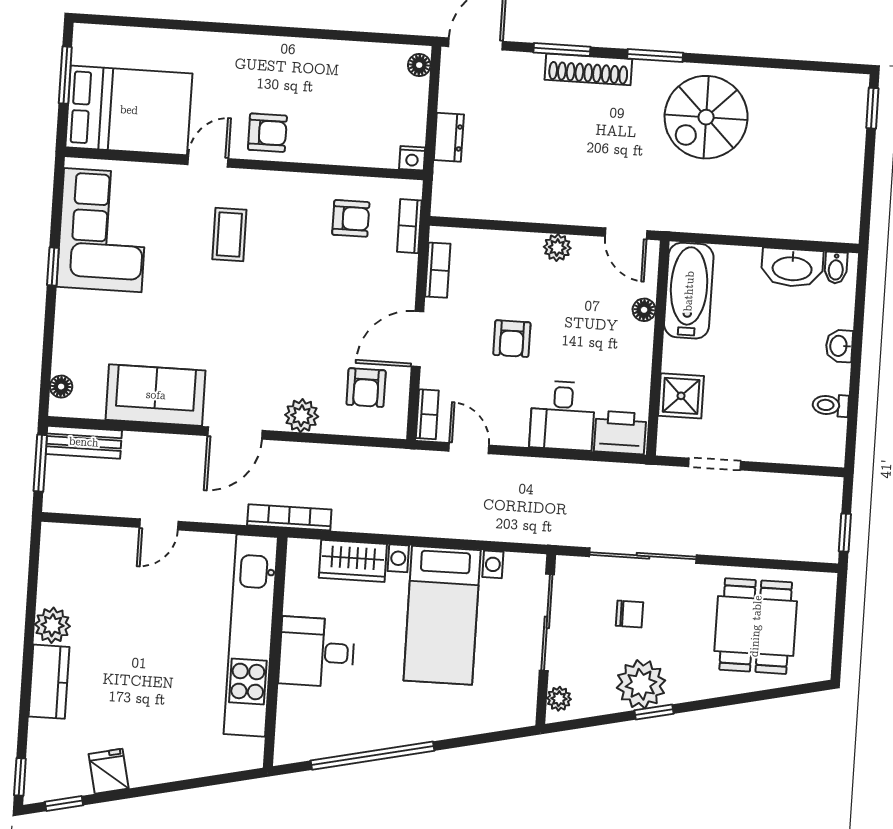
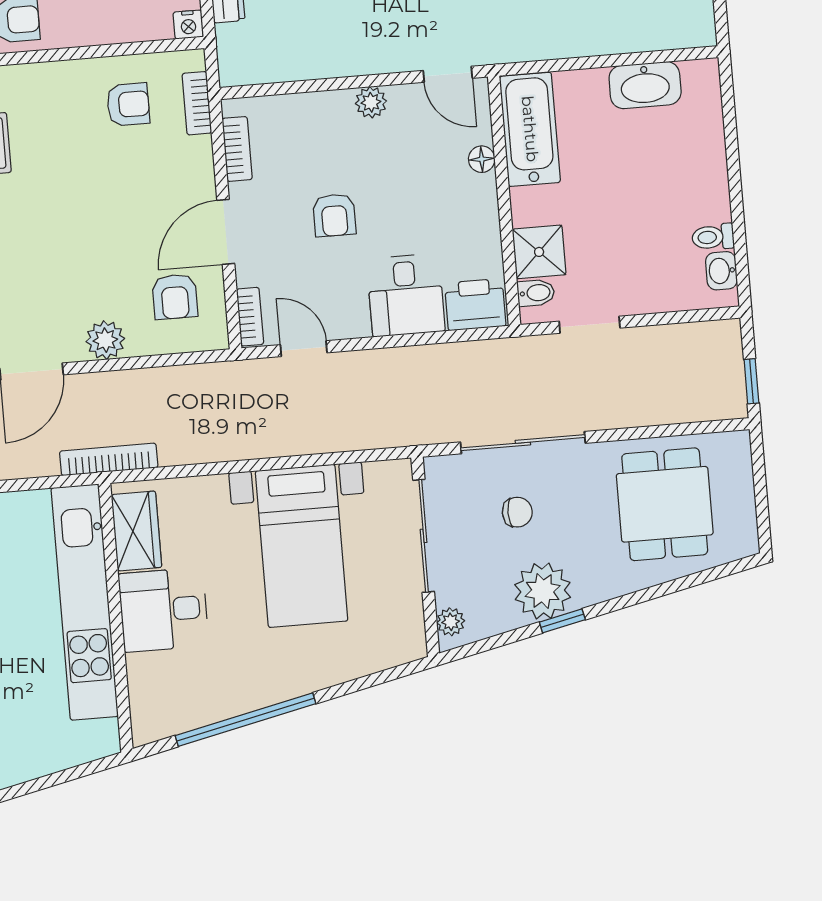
bidet: (836, 268) -> (536, 293), moved, turned -90
washbasin: (839, 346) -> (721, 271), moved
wardrobe: (353, 561) -> (136, 531), moved, turned -90

